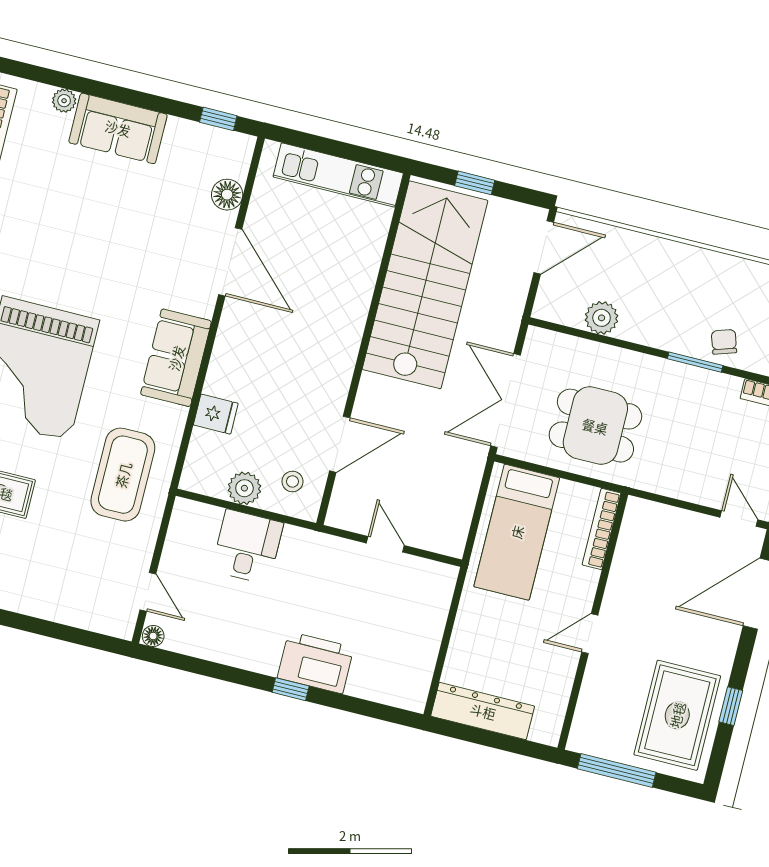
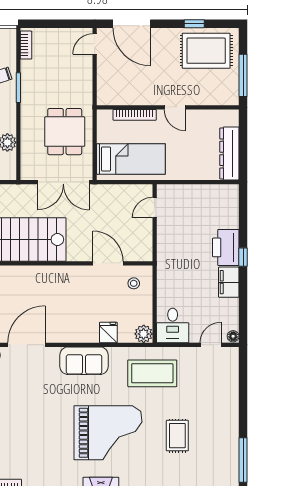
plant: (244, 488) -> (144, 334), moved
bookcase: (602, 529) -> (135, 115), moved
door: (385, 544) -> (155, 207), moved
desk: (247, 547) -> (173, 325), moved, turned -90
filing cabinet: (252, 652) -> (229, 282), added

